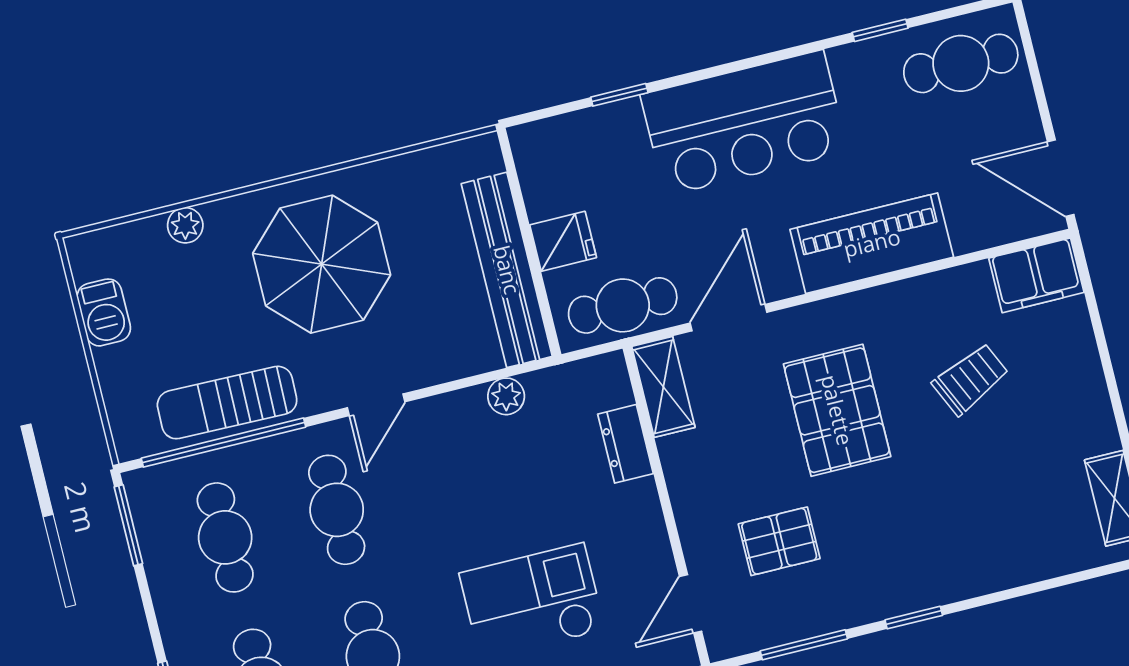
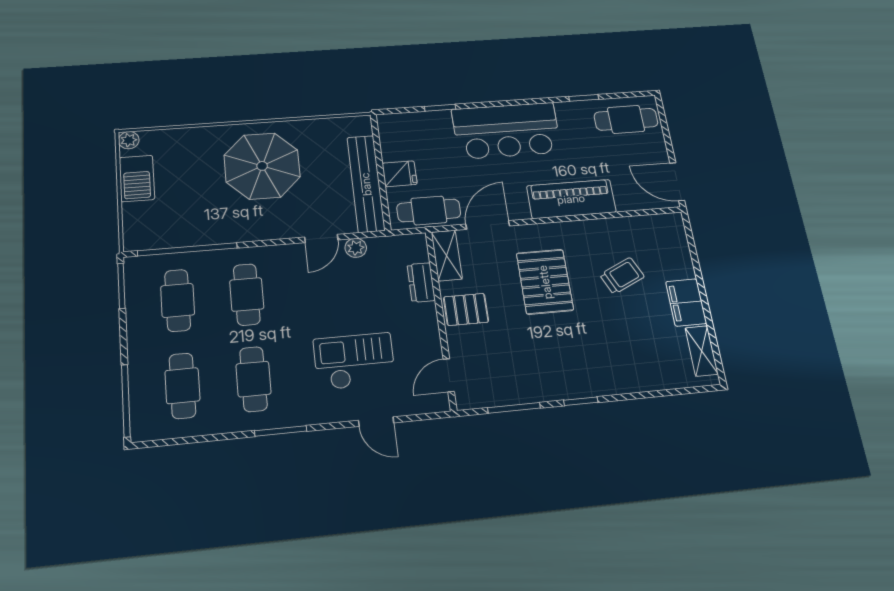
plant: (185, 225) -> (129, 140), moved
filing cabinet: (1036, 275) -> (686, 302), moved, turned 90
barbecue: (104, 312) -> (137, 178), width x1.38, depth x1.27
sun lounger: (227, 403) -> (194, 229), removed
door: (376, 405) -> (321, 238), moved
pallet: (779, 541) -> (466, 309), moved

